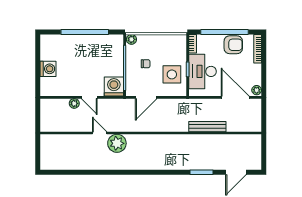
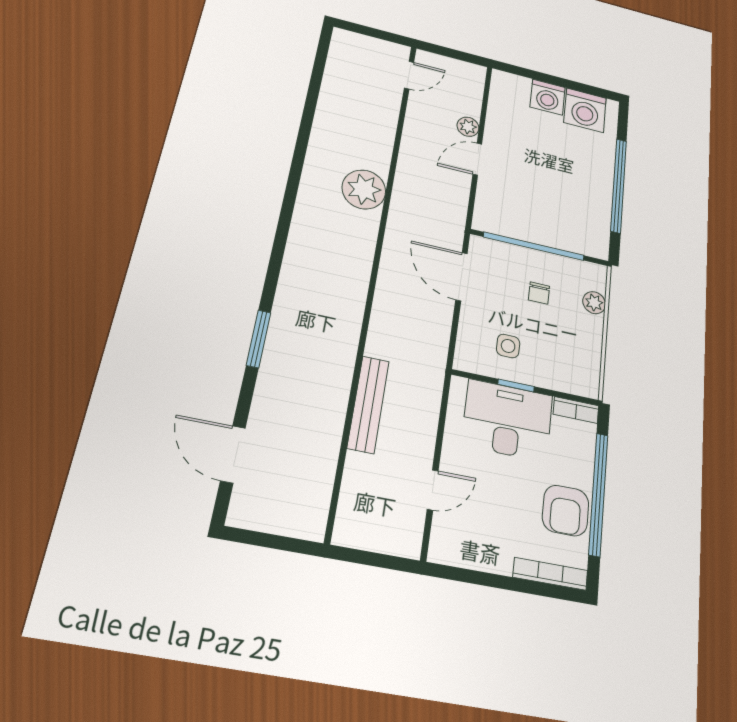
plant: (131, 39) -> (594, 303), moved
side table: (172, 74) -> (508, 346), width x0.54, depth x0.54
washing machine: (114, 87) -> (585, 110), moved, turned 90
plant: (257, 90) -> (444, 552), removed
door: (235, 97) -> (433, 490), width x0.53
door: (100, 133) -> (409, 75), moved
window: (201, 172) -> (259, 339), moved

